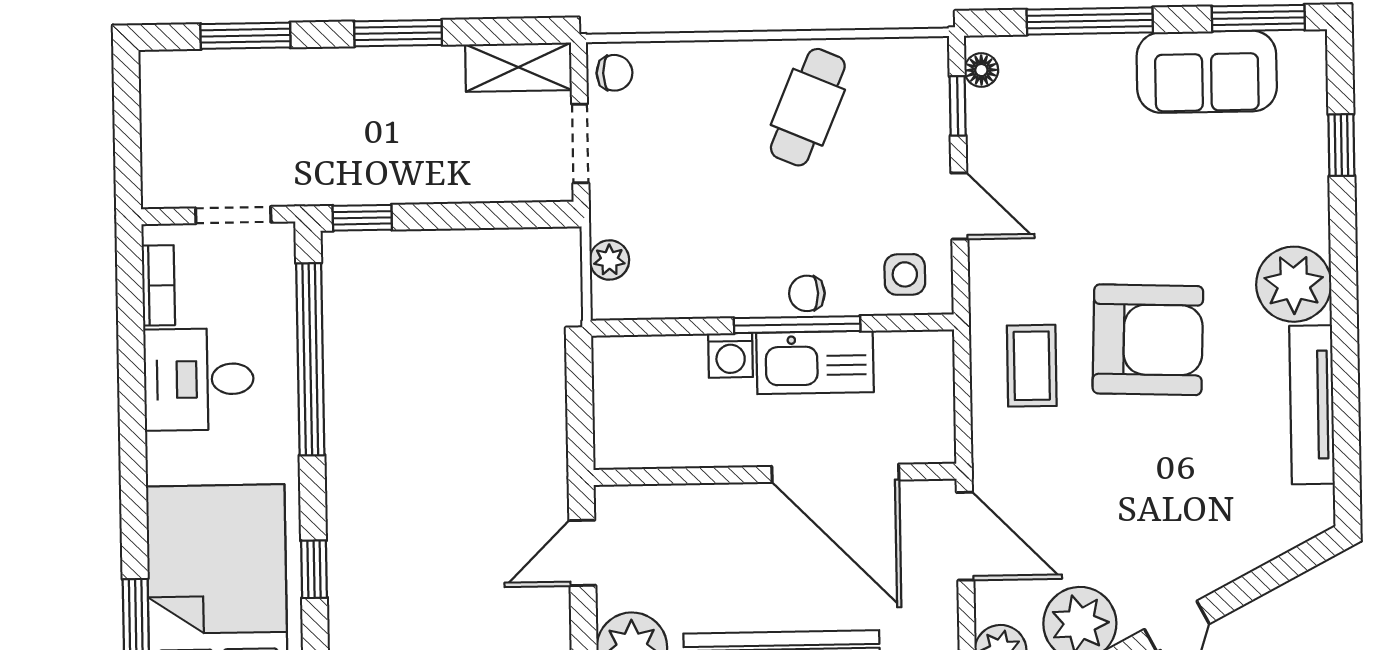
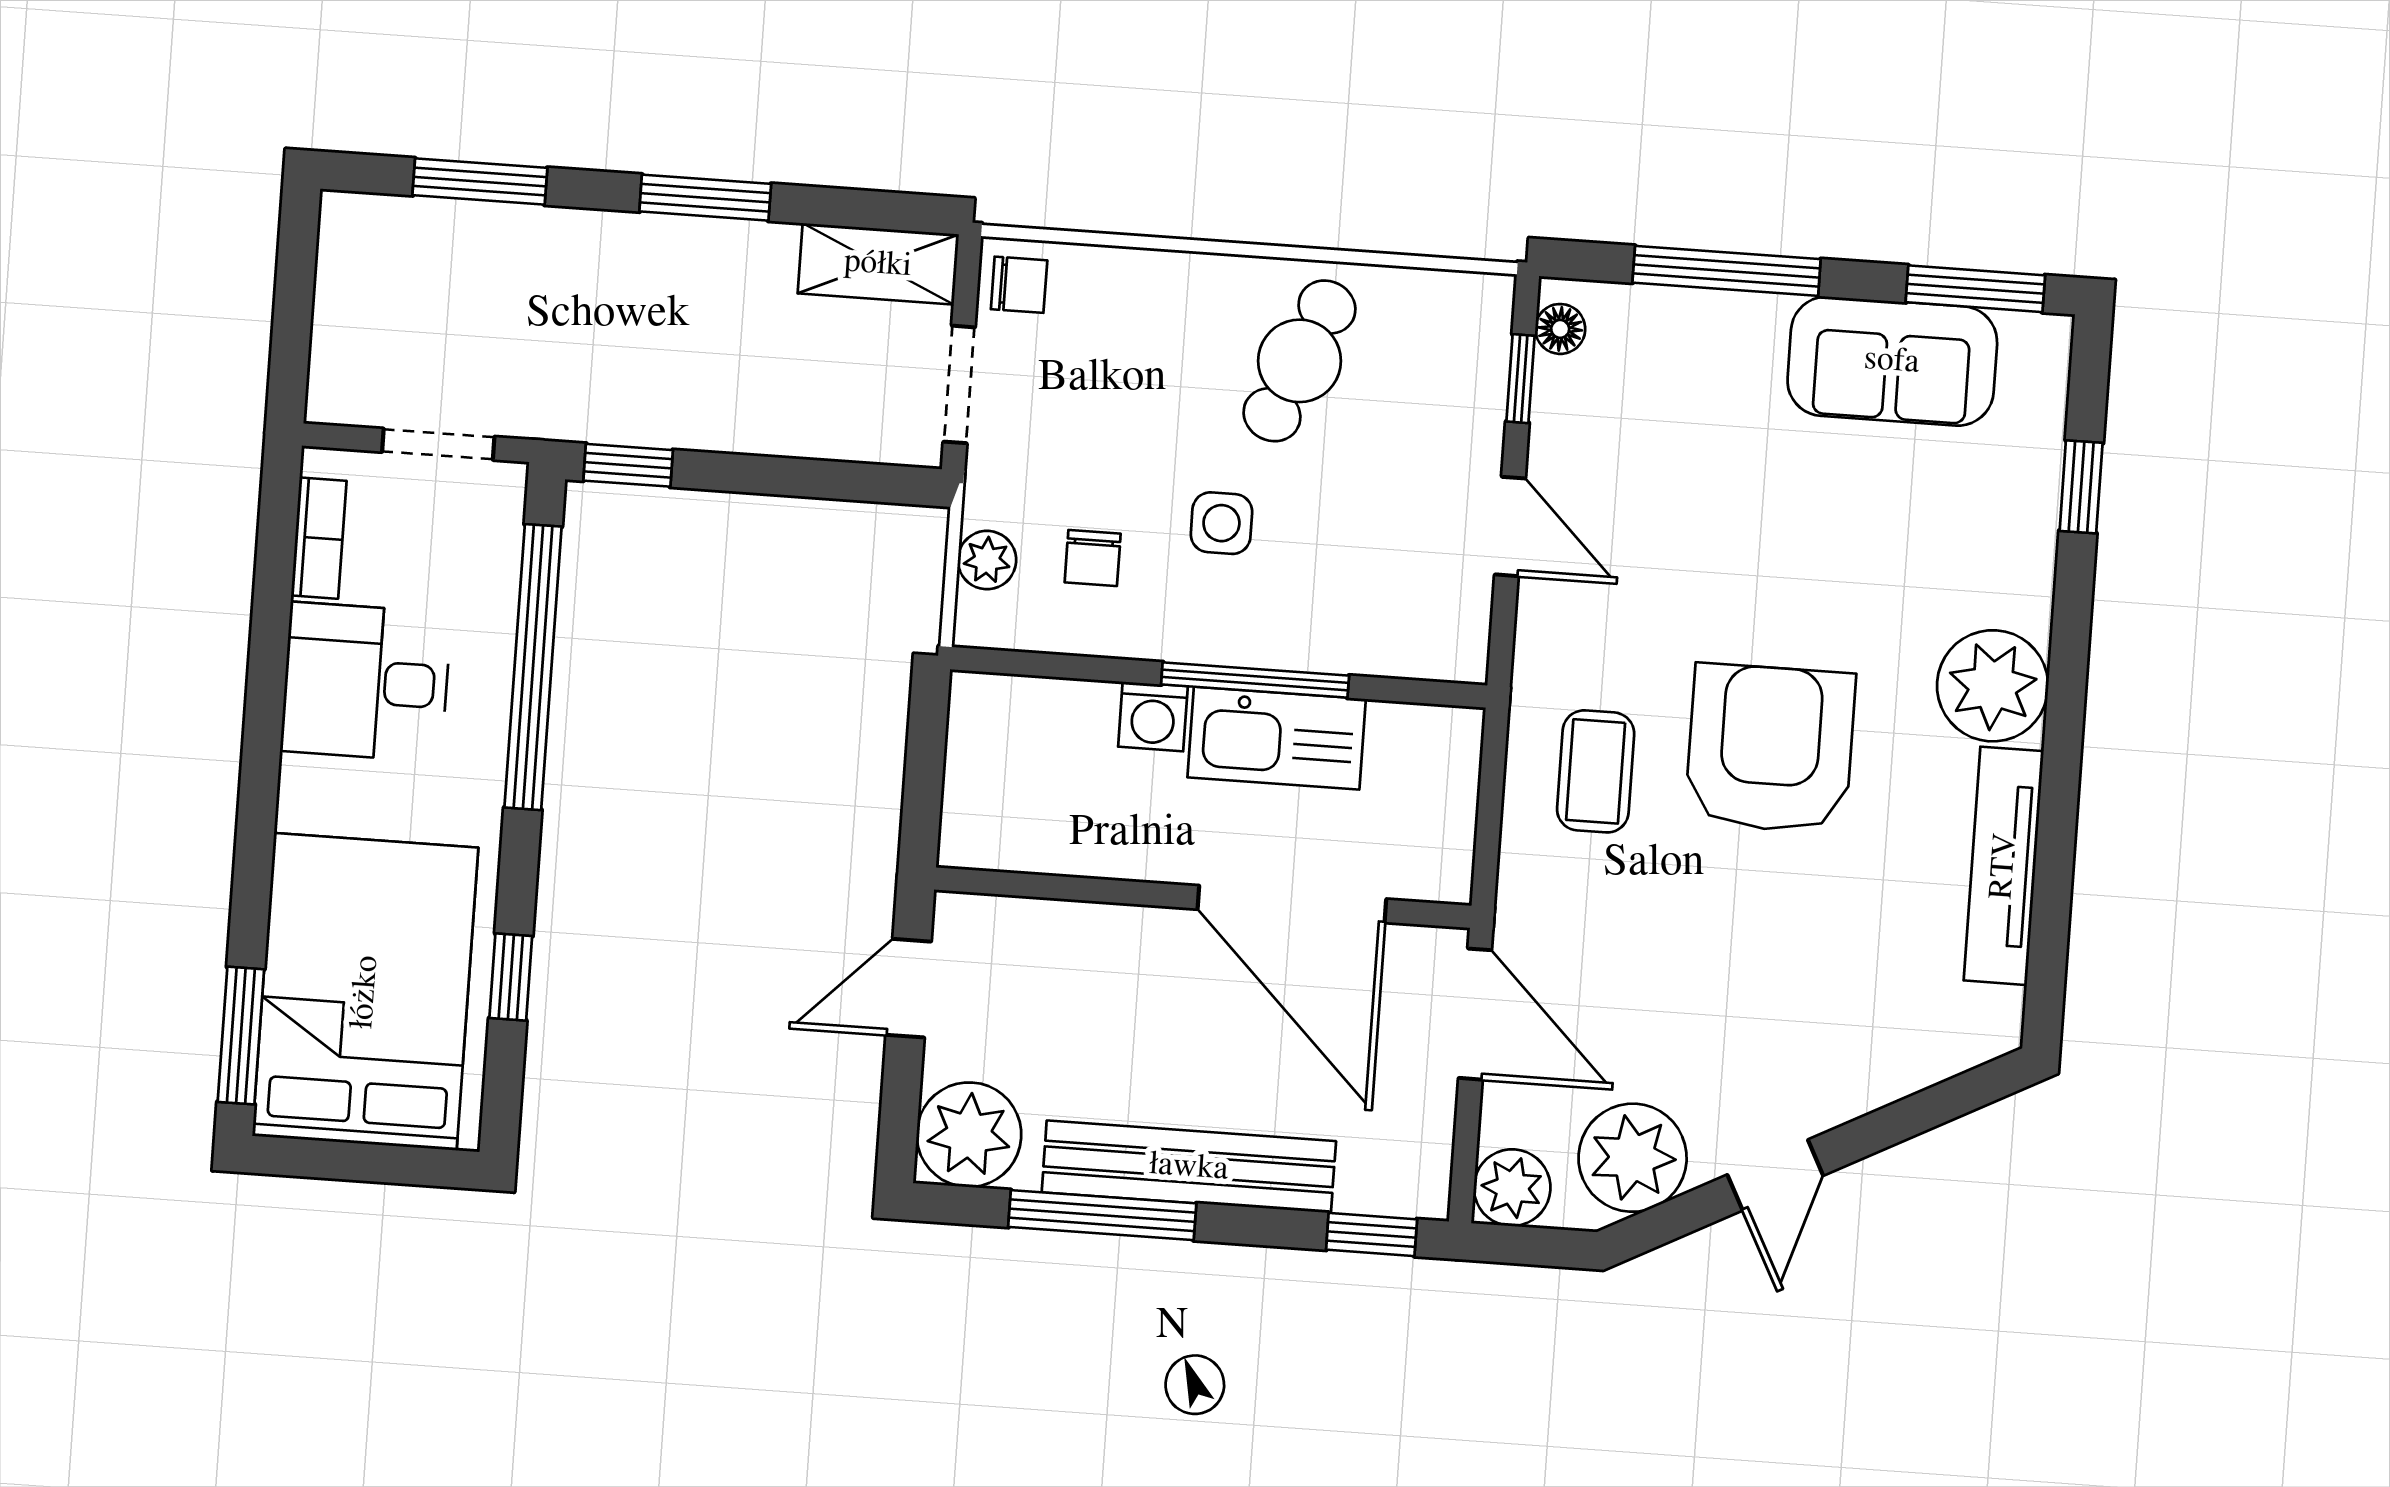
side table: (905, 274) -> (1221, 523), moved
chair: (807, 293) -> (1093, 558), moved, turned -90
armchair: (1148, 340) -> (1770, 748), turned -92

